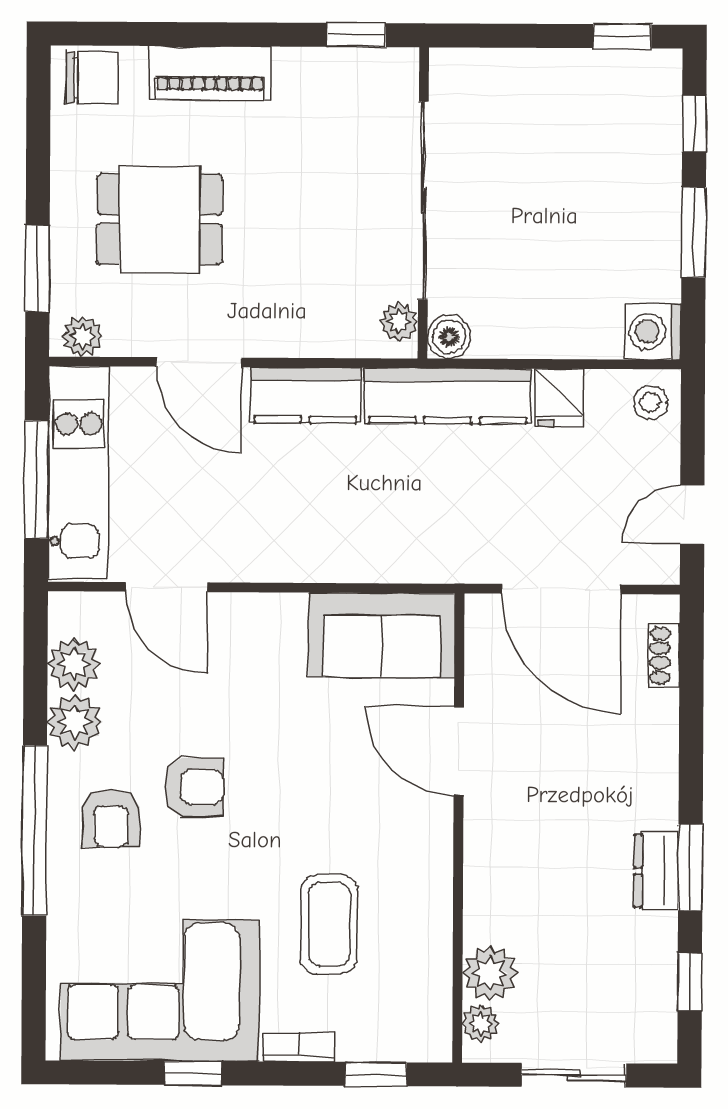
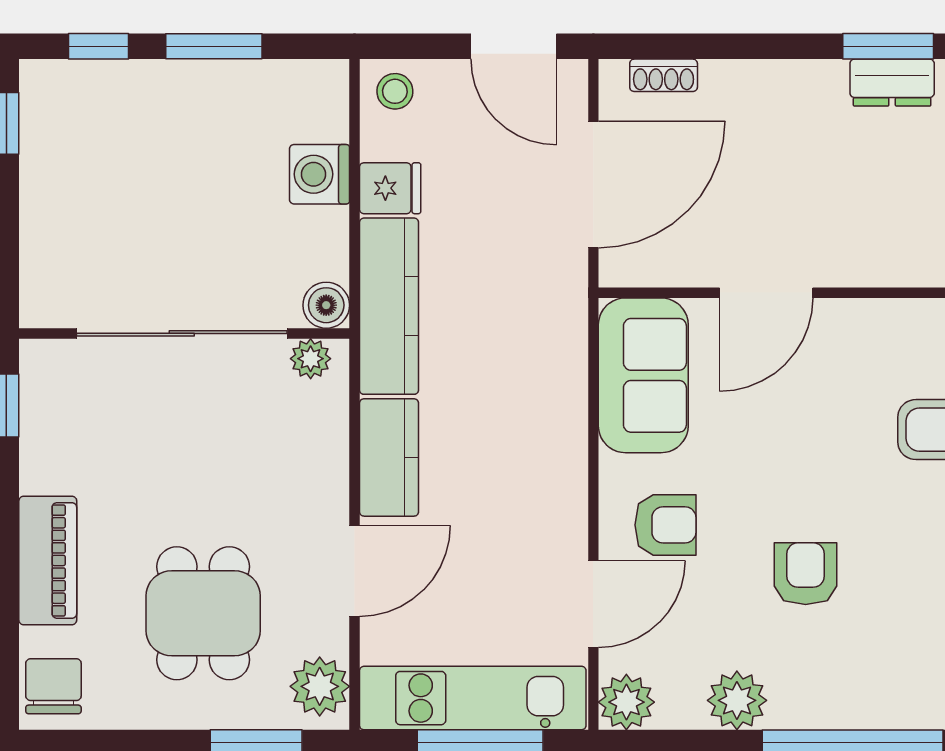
washing machine: (653, 332) -> (320, 174), moved, turned 90
plant: (82, 336) -> (320, 686), width x1.38, depth x1.38
door: (692, 515) -> (514, 46), width x1.38
plant: (74, 664) -> (626, 702), moved
armchair: (111, 819) -> (665, 525), moved

